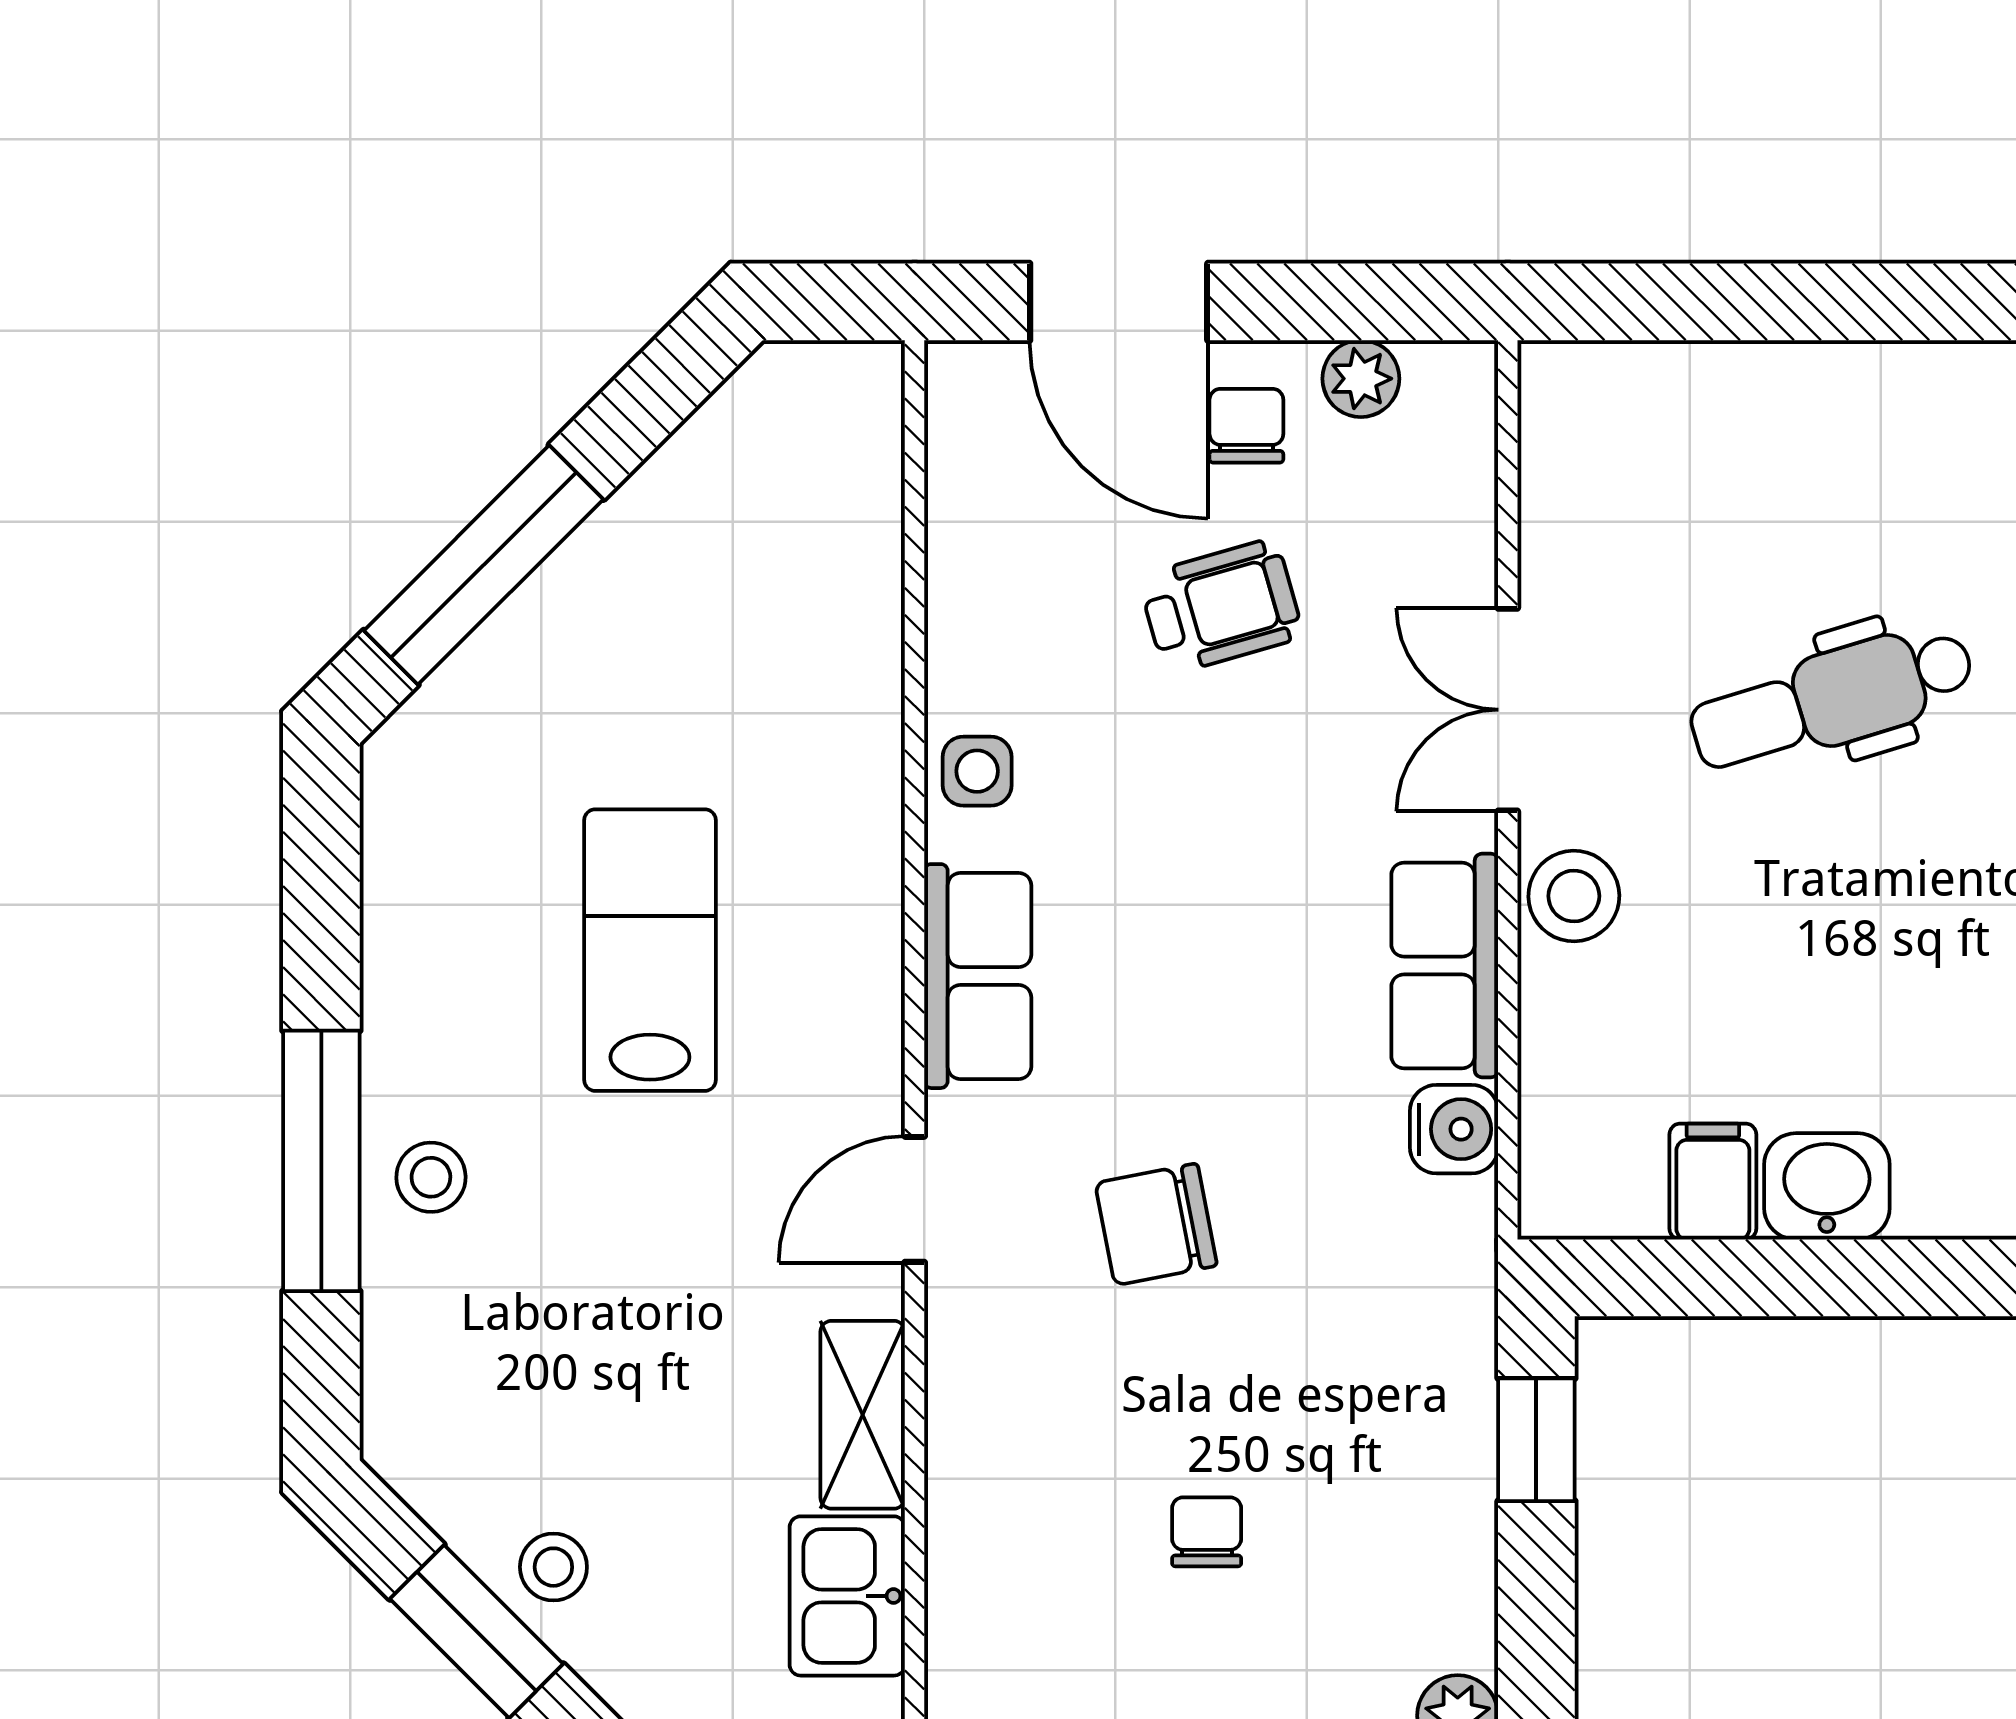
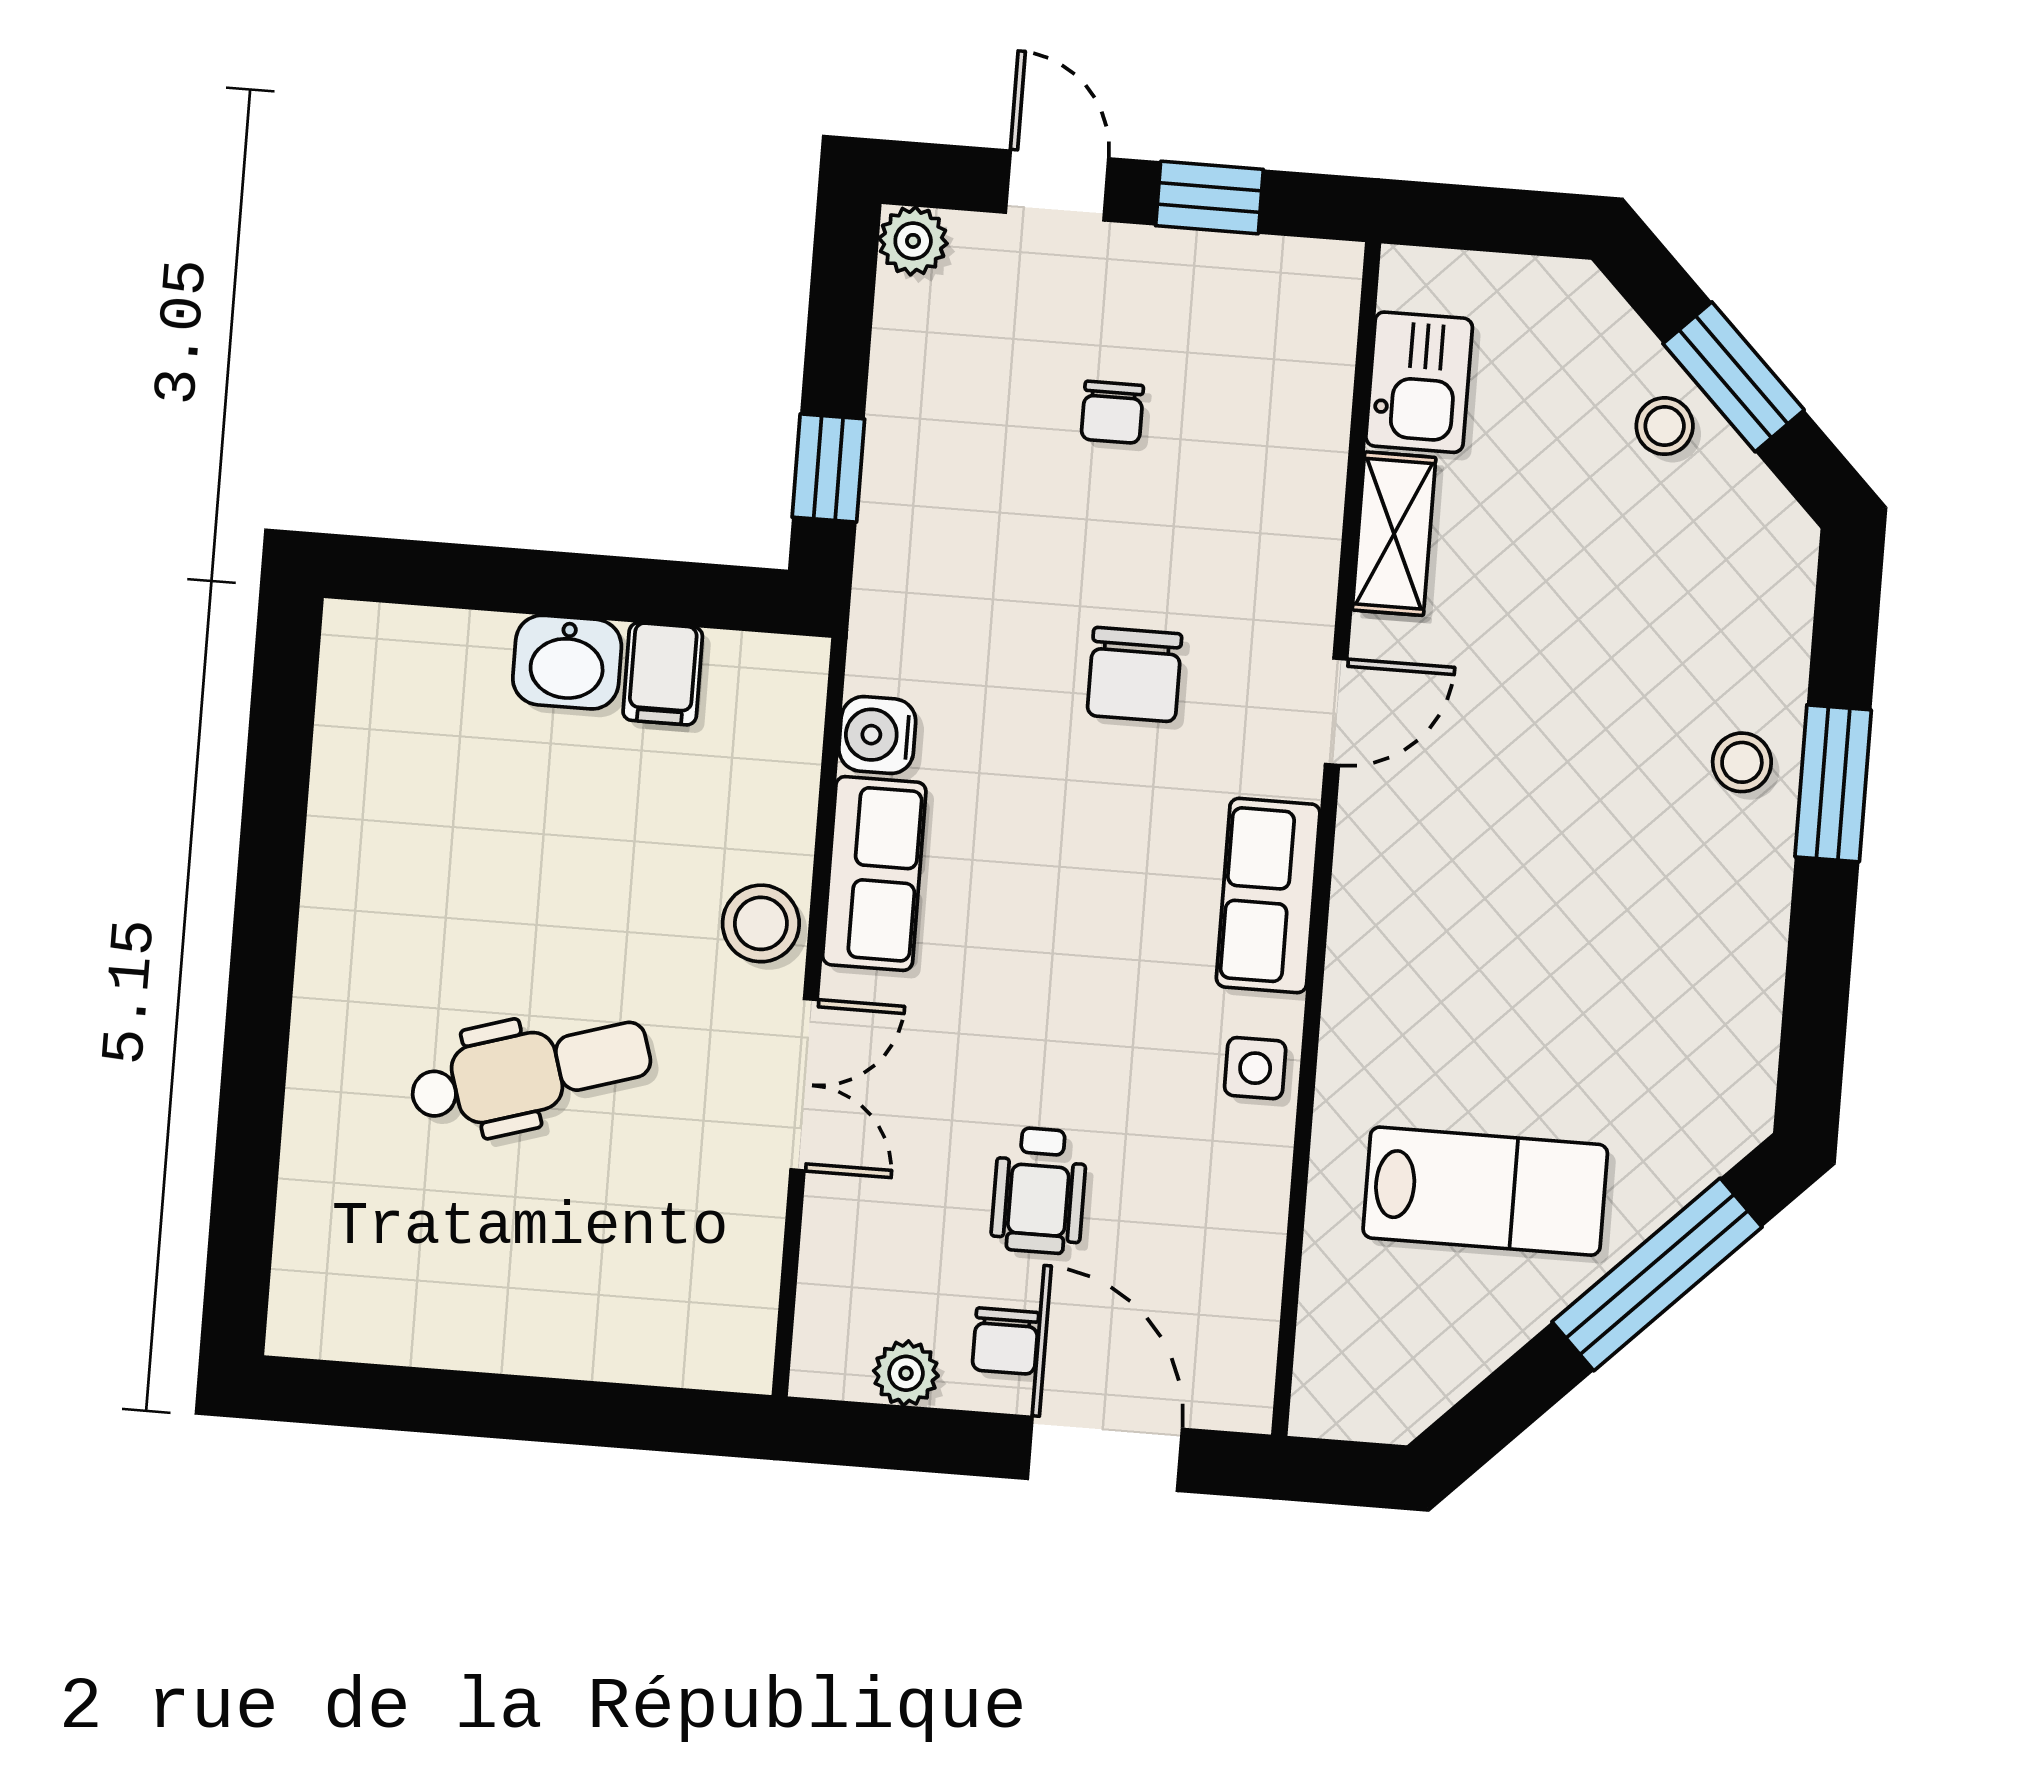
wheelchair: (1221, 607) -> (1039, 1190), turned -74
lab bench: (650, 950) -> (1485, 1191), moved, turned -90
window: (321, 1161) -> (1833, 783), width x0.69
chair: (1156, 1224) -> (1134, 675), turned 101

